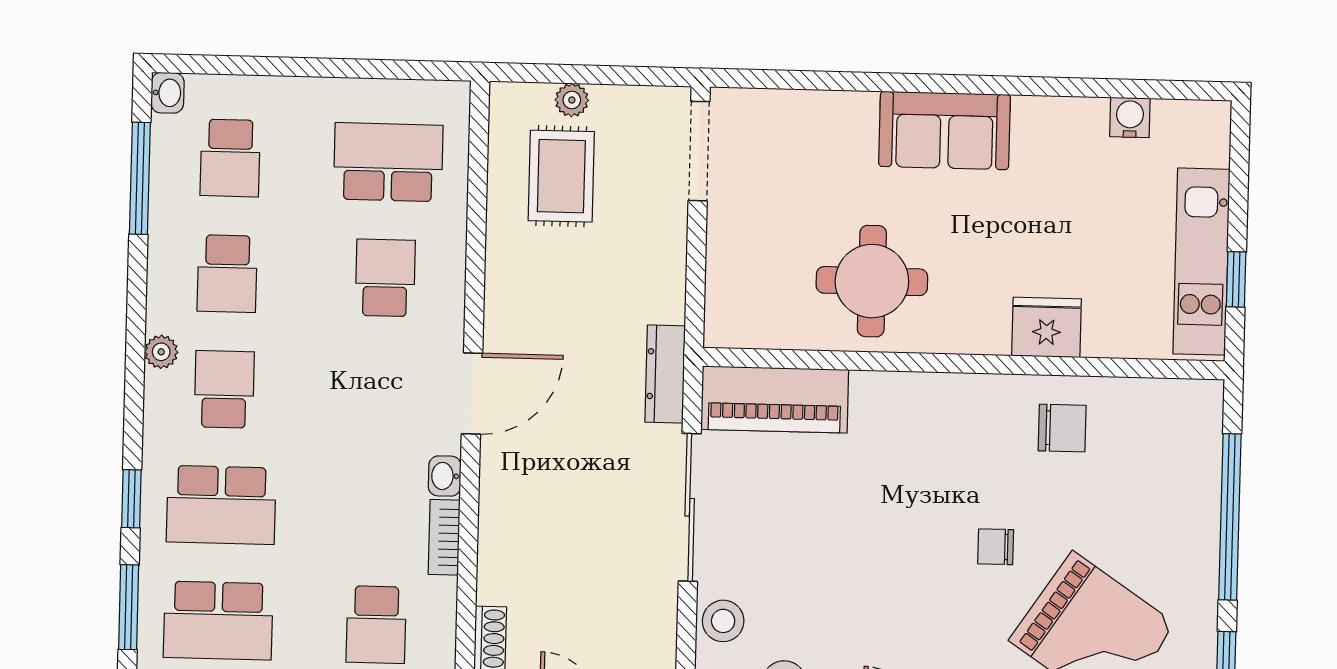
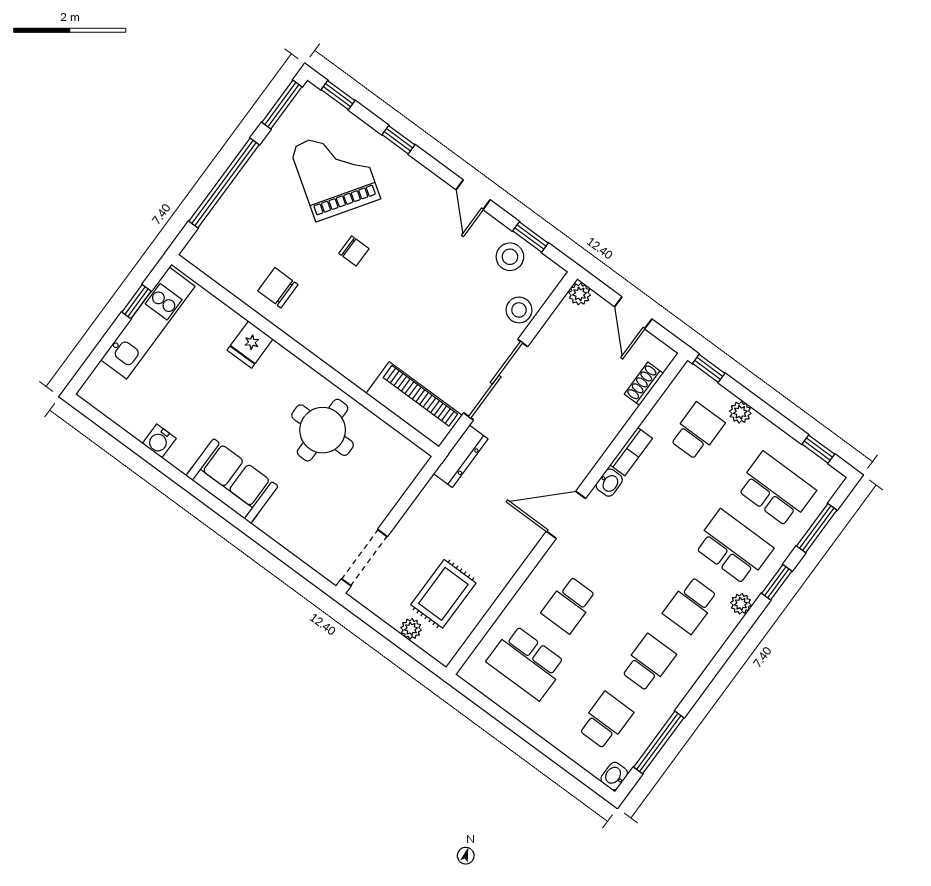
water cooler: (1130, 117) -> (159, 441), moved
fridge: (1047, 327) -> (250, 345), width x0.72
plant: (161, 352) -> (741, 604), moved

